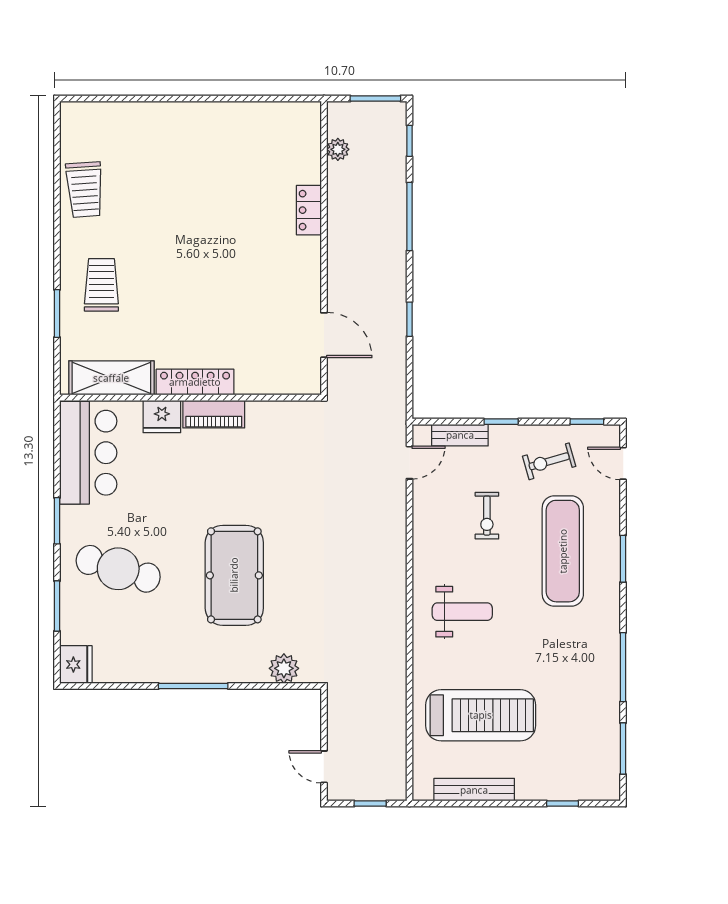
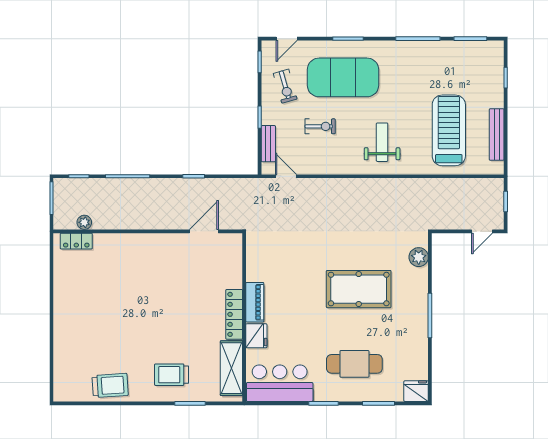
locker: (309, 210) -> (76, 241), moved
exercise mat: (563, 551) -> (343, 77), width x1.47
cafe table: (118, 569) -> (354, 364), turned 73

